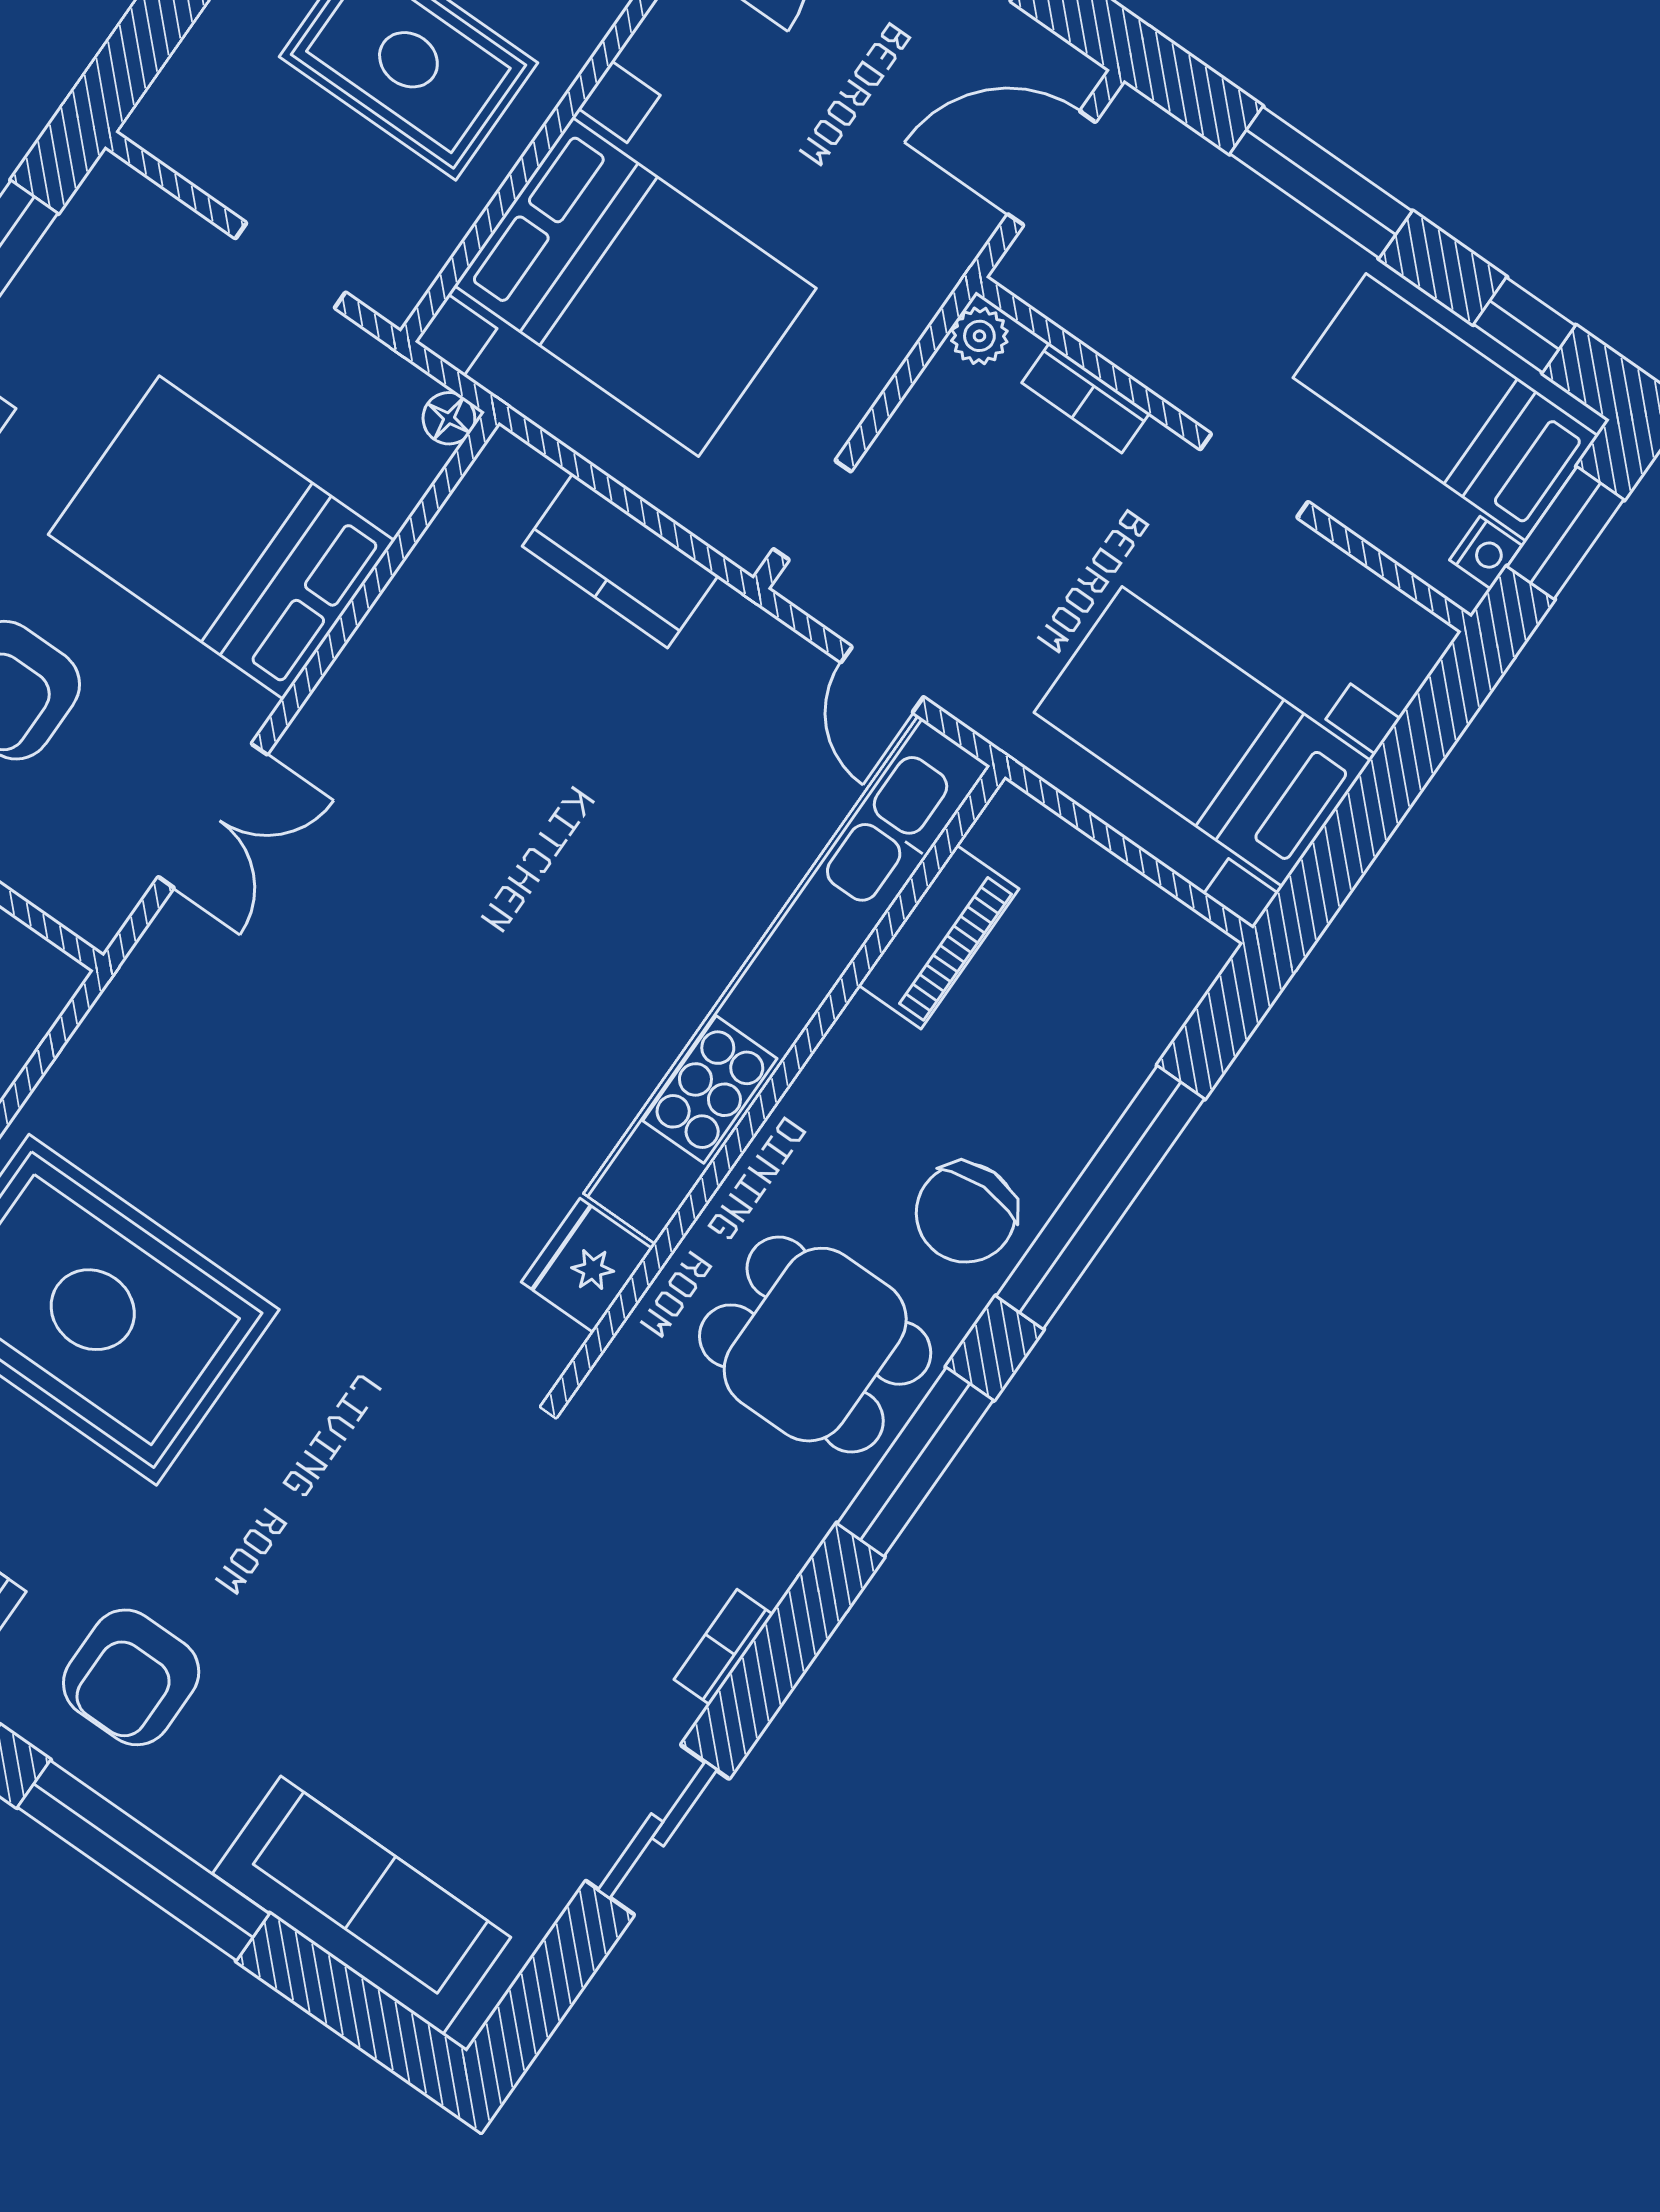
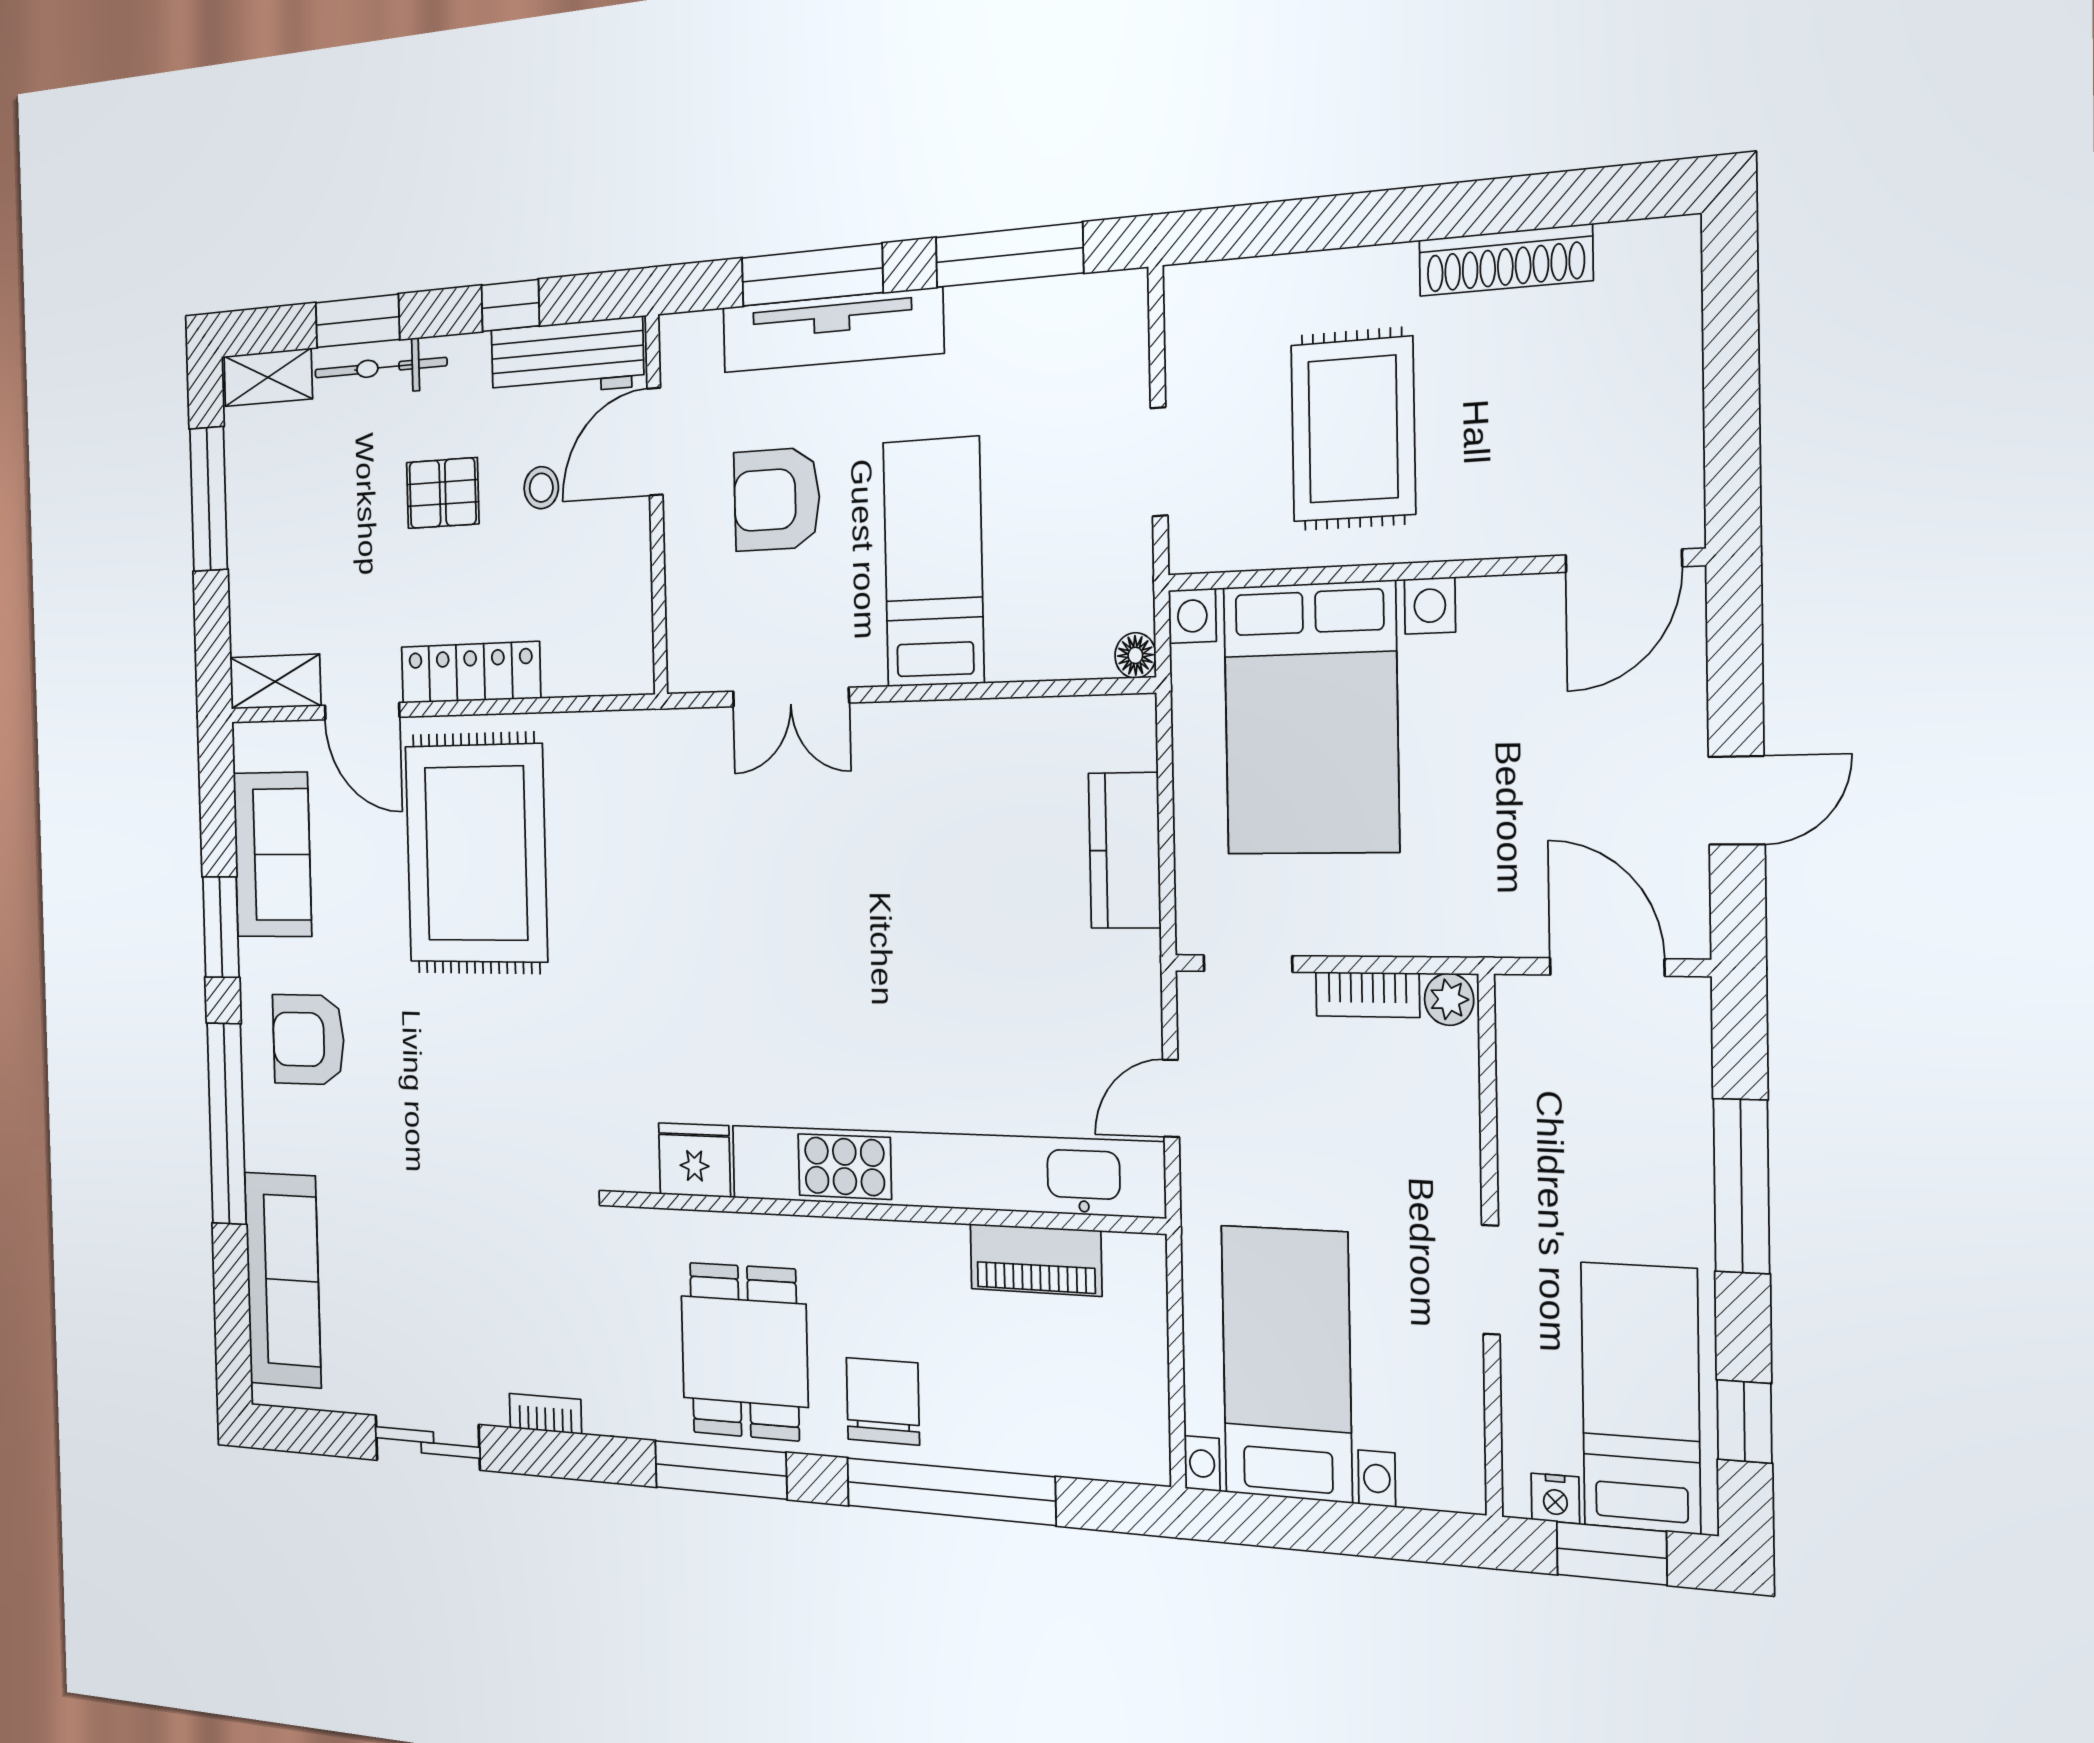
bookcase: (1086, 398) -> (1368, 995), moved, turned -90
bed: (221, 538) -> (933, 562), width x0.67
chair: (966, 1213) -> (883, 1401), turned 90

